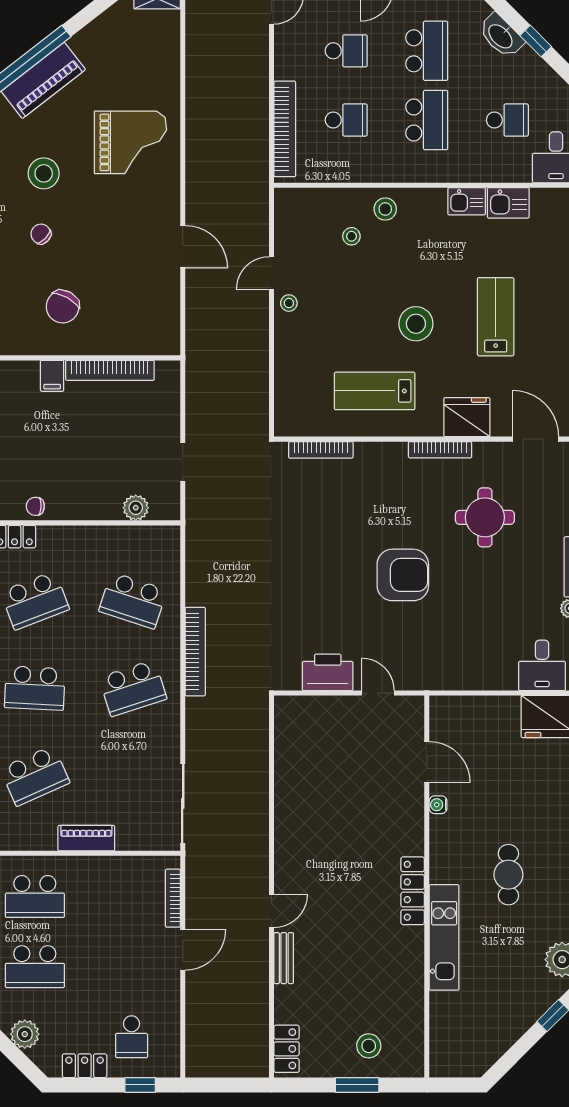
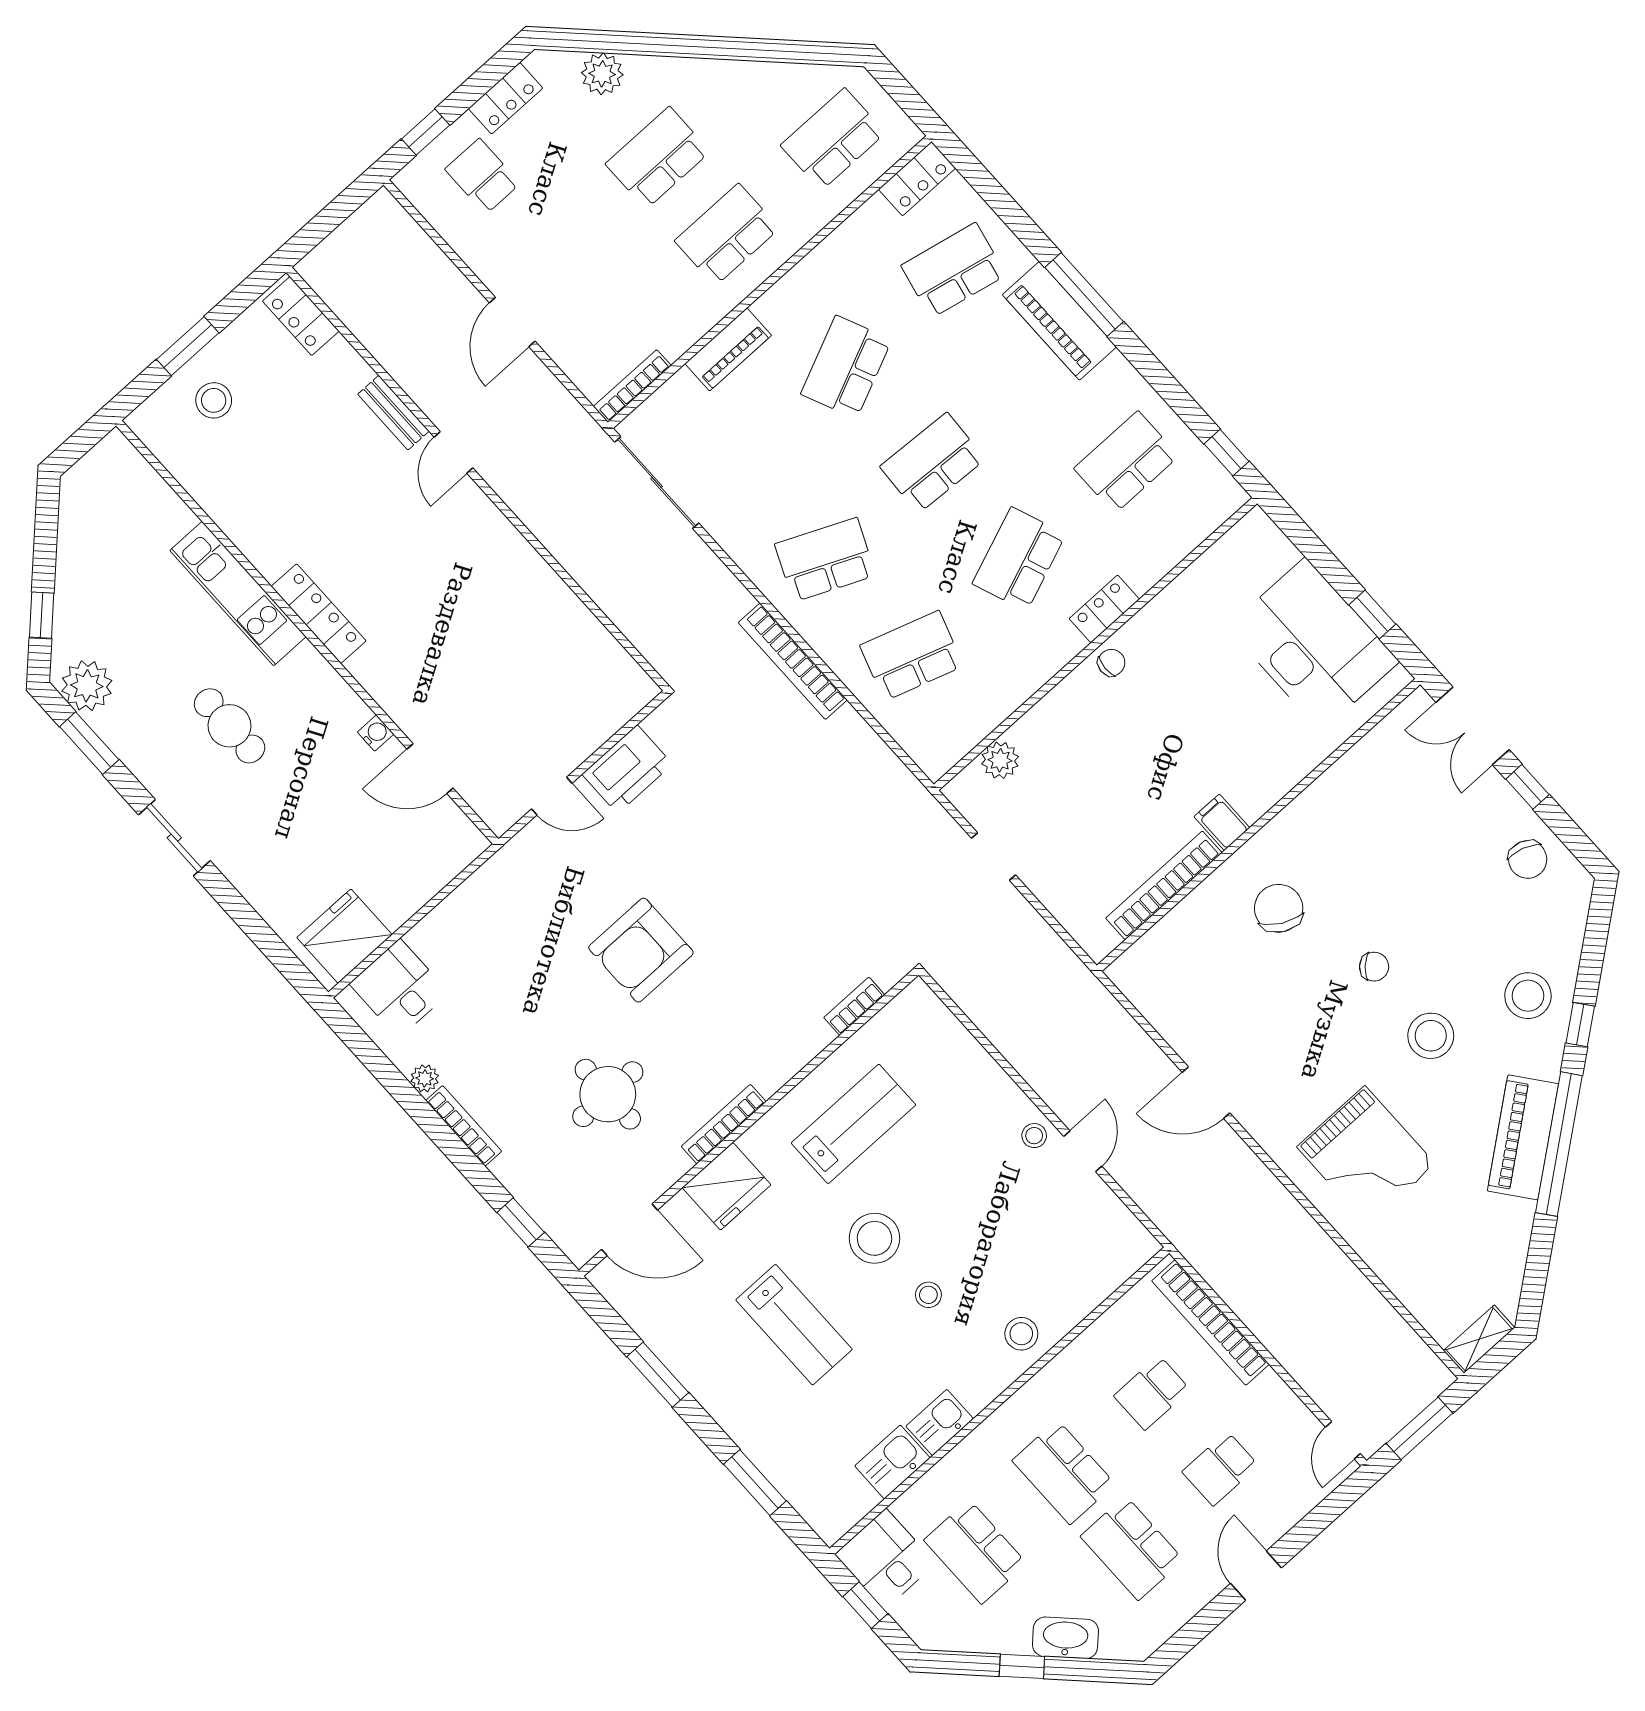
school desk: (507, 120) -> (975, 1552), width x1.85
grand piano: (131, 142) -> (1366, 1155), turned -90
stool: (351, 236) -> (928, 1295), moved
bookcase: (321, 450) -> (854, 1006), width x0.64
school desk: (133, 688) -> (825, 560), turned 42
bookcase: (173, 898) -> (632, 386), moved, turned -90

